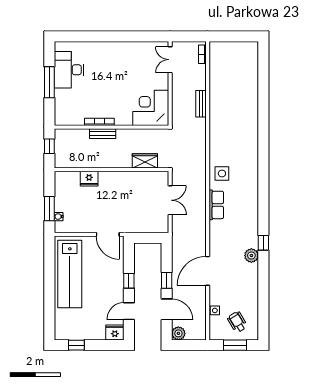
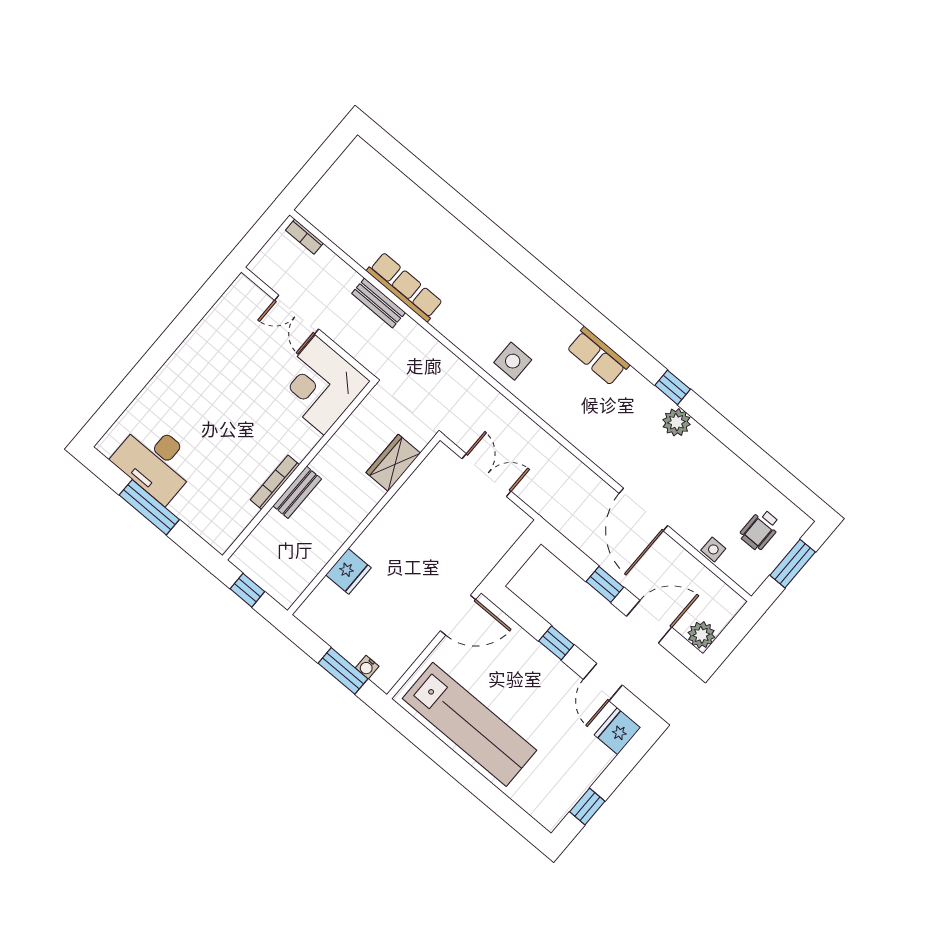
double door: (170, 60) -> (297, 315), moved
row of seats: (216, 109) -> (405, 287), added
row of seats: (216, 205) -> (598, 356), moved, turned 180
wheelchair: (237, 322) -> (760, 530), turned -59

